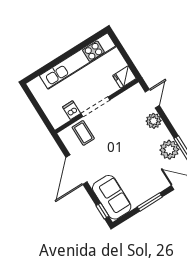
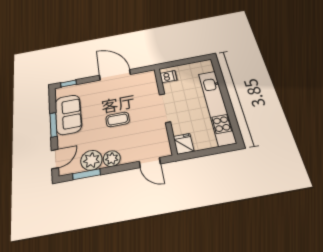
dishwasher: (72, 110) -> (168, 77), moved
plant: (154, 121) -> (112, 159), moved
coffee table: (83, 133) -> (118, 119), moved
sofa: (112, 197) -> (68, 114), moved, turned -90

